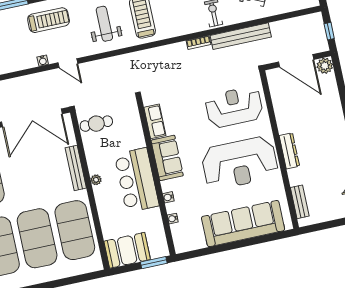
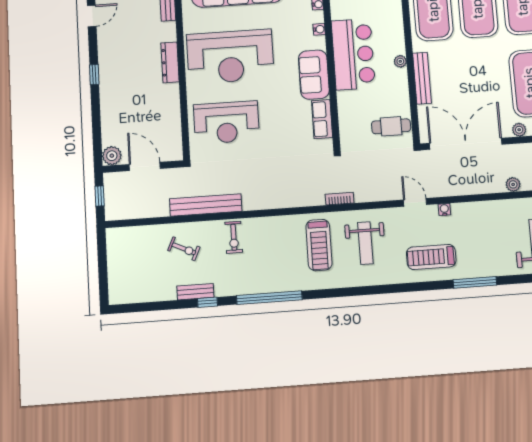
bookcase: (199, 43) -> (340, 199), moved
door: (296, 61) -> (145, 166), width x0.73
reception desk: (240, 163) -> (230, 57), turned 180

